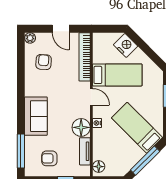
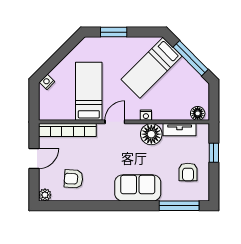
nightstand: (126, 45) -> (47, 82), width x0.53, depth x0.56

